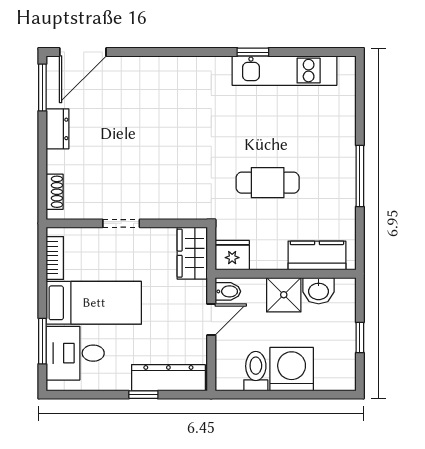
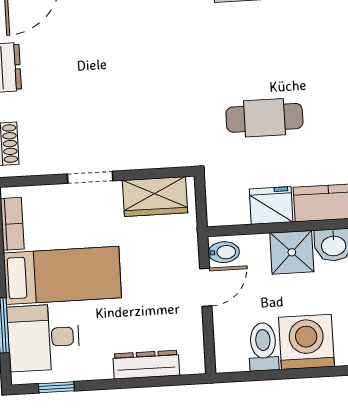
wardrobe: (192, 253) -> (155, 196), moved, turned -90
fridge: (232, 255) -> (271, 206), moved
dresser: (168, 378) -> (146, 365), width x0.73, depth x0.80
window: (143, 395) -> (56, 387), moved

